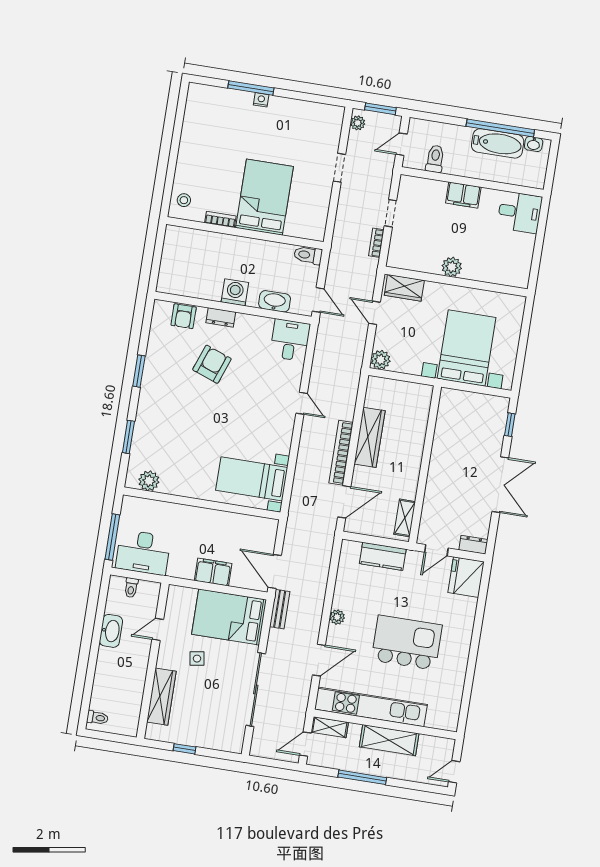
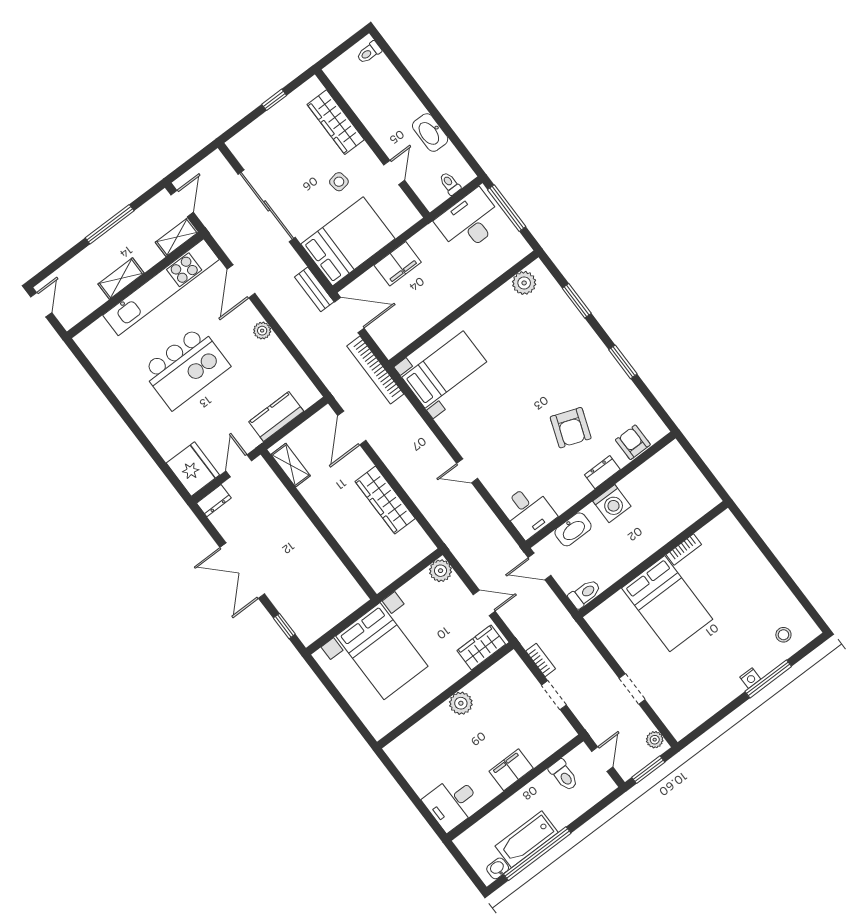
stool: (184, 200) -> (783, 635), moved
bookcase: (341, 453) -> (375, 370), moved, turned 180
shelving: (389, 740) -> (121, 279), width x0.67, depth x0.75

